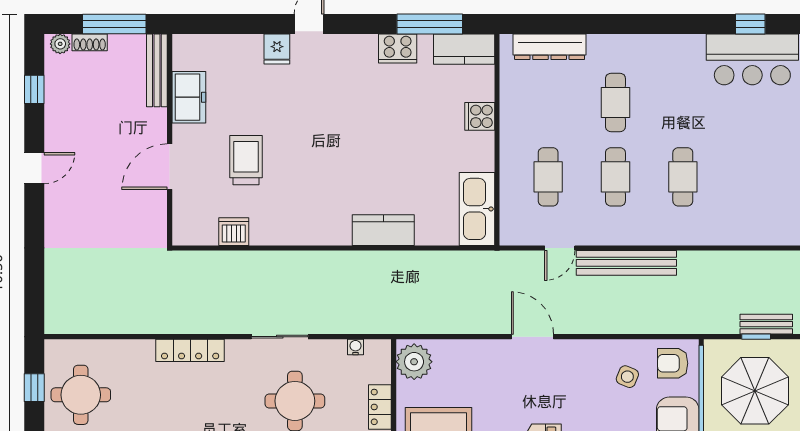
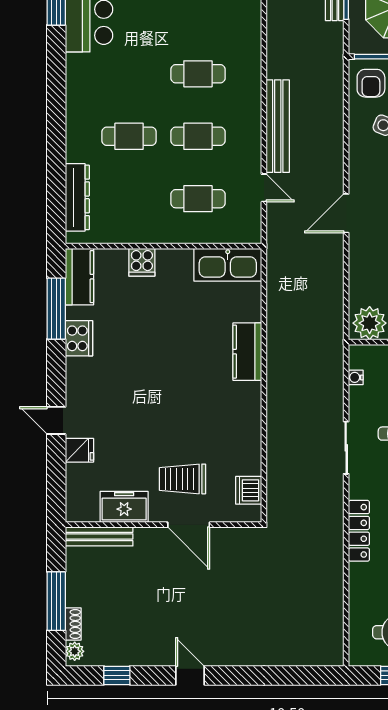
bench: (157, 70) -> (99, 536), moved
freezer: (189, 97) -> (124, 507), moved
wall: (170, 140) -> (164, 525), moved
door: (170, 167) -> (189, 525), moved

